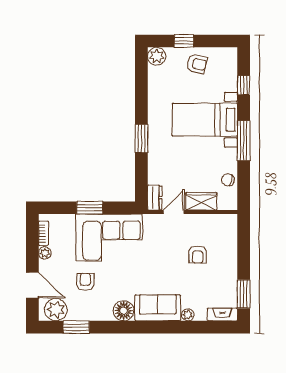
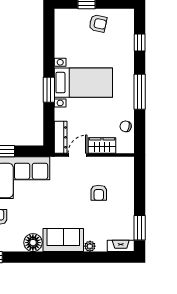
plant: (157, 56) -> (62, 17), removed
bed with nightstands: (205, 120) -> (83, 83), moved, turned 180
dresser: (155, 198) -> (61, 137), width x1.44

